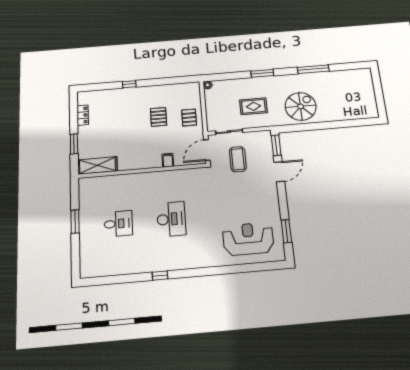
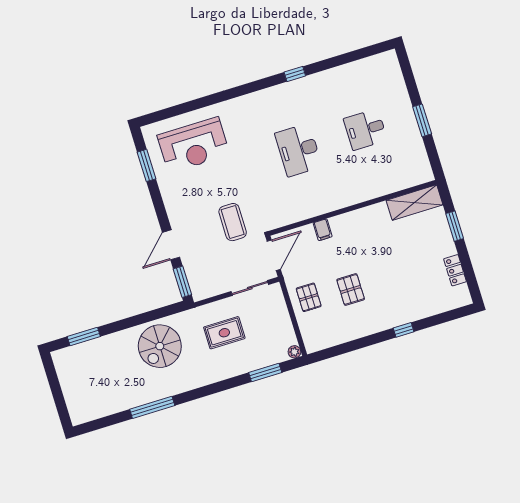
window: (262, 73) -> (265, 373), moved
window: (353, 123) -> (84, 337), added
coffee table: (238, 159) -> (233, 222), moved

